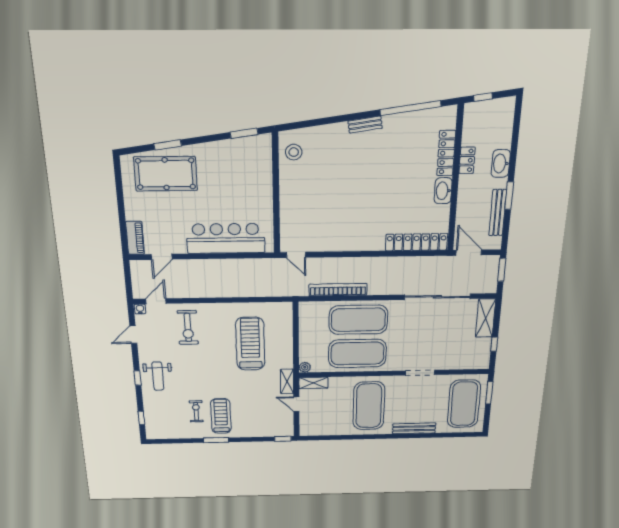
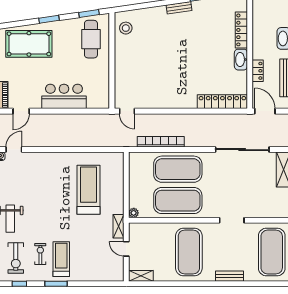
window: (168, 145) -> (49, 19), moved
locker: (467, 160) -> (258, 71), moved
cafe table: (248, 167) -> (91, 39), added
bar counter: (226, 238) -> (64, 96), width x0.73
exercise bike: (188, 327) -> (16, 258), moved
shelving: (313, 383) -> (141, 276), moved
bench: (414, 428) -> (229, 276), width x0.73
window: (283, 439) -> (19, 284), moved

